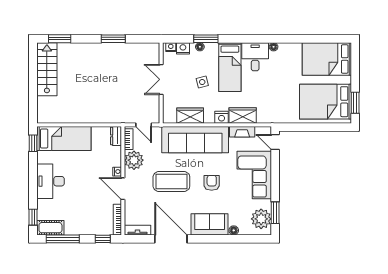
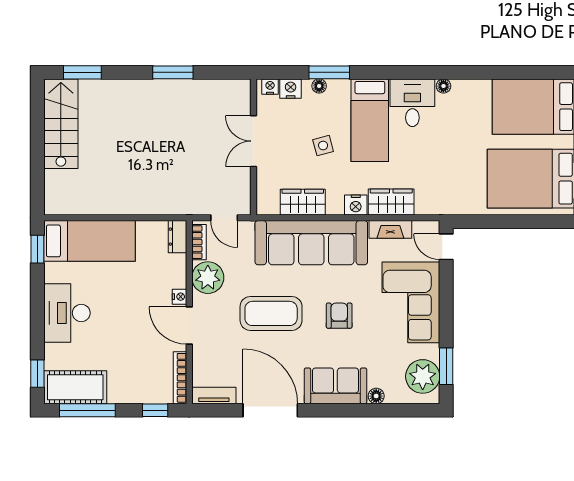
cot: (50, 228) -> (75, 387), width x1.37, depth x1.34

